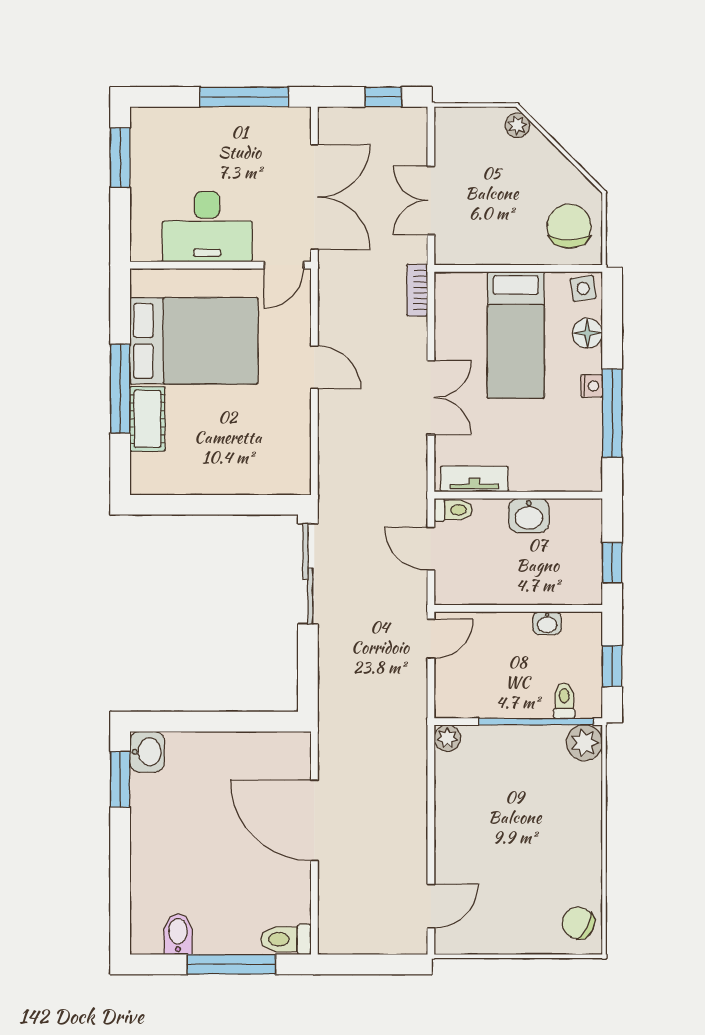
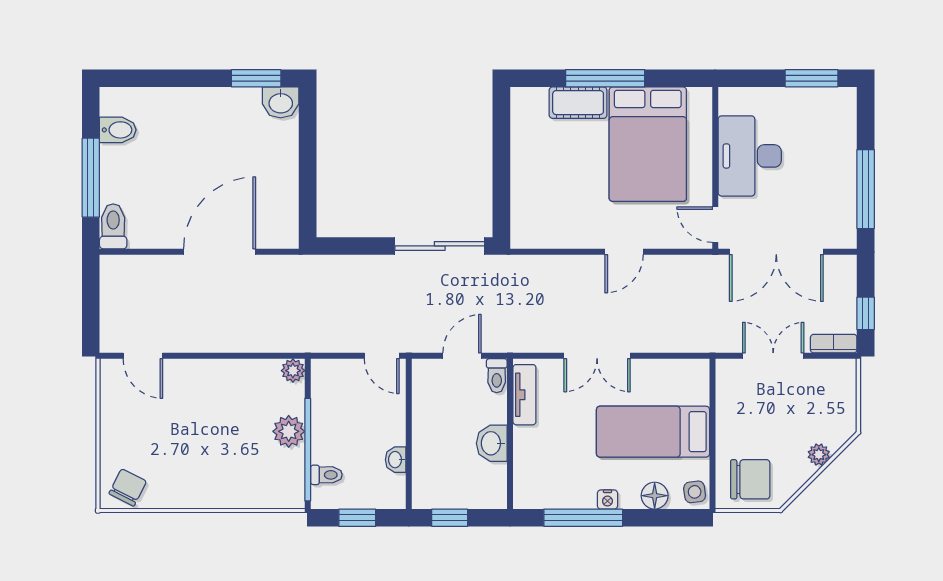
plant: (517, 125) -> (819, 455), moved
bookcase: (417, 290) -> (834, 344), moved
plant: (584, 743) -> (289, 431), moved

